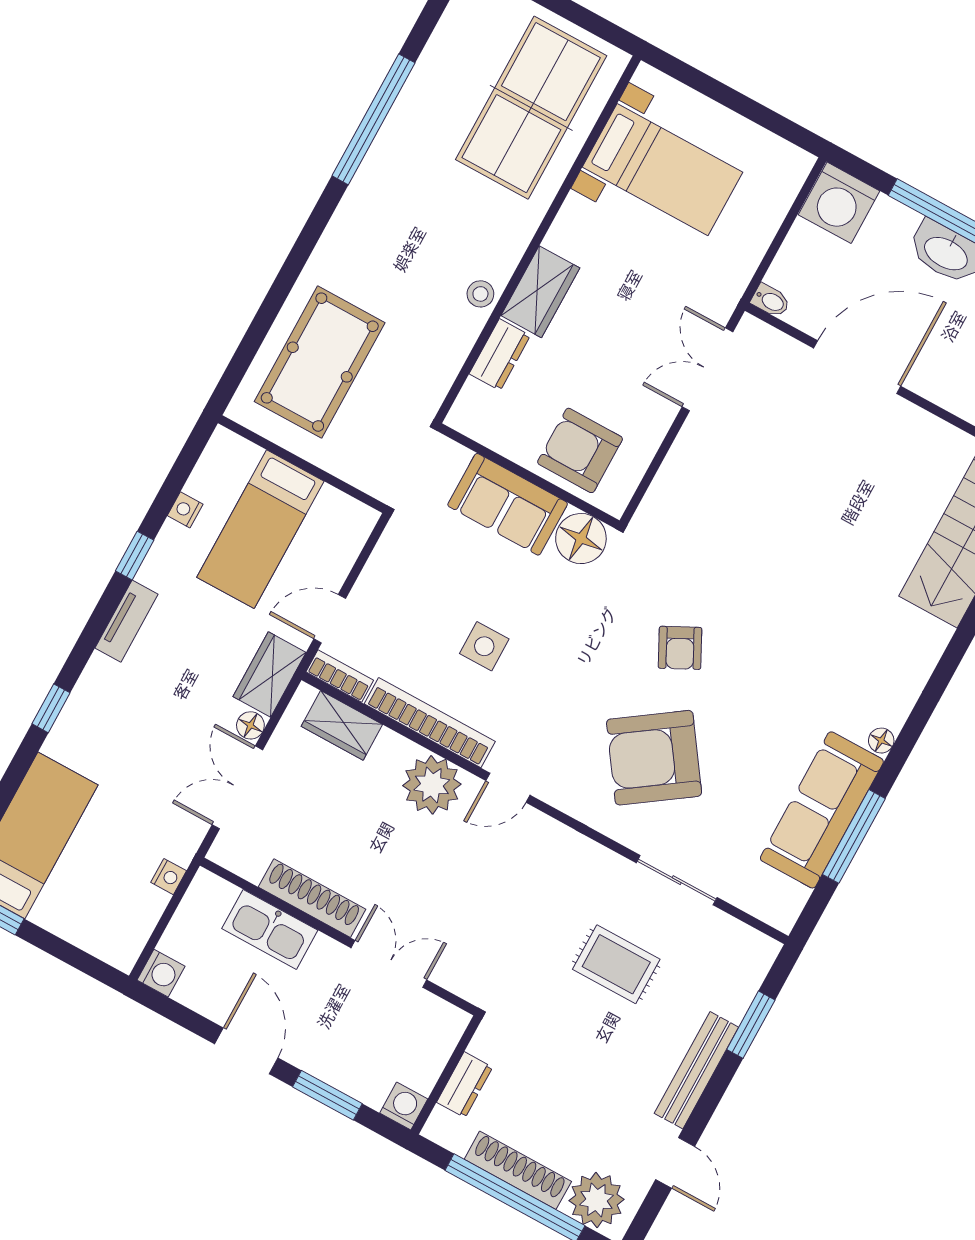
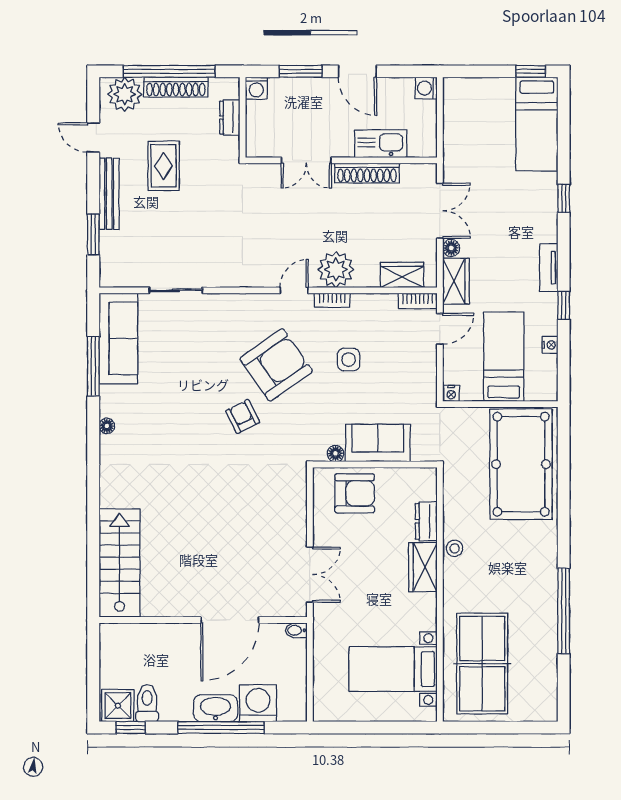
washing machine: (839, 203) -> (258, 703), moved
pool table: (320, 362) -> (521, 464), width x1.36, depth x1.32
floor lamp: (581, 539) -> (335, 453), width x0.53, depth x0.53
bookcase: (430, 723) -> (332, 300), width x0.43, depth x0.76
armchair: (654, 758) -> (276, 365), moved
sofa: (822, 810) -> (118, 338), moved
nightstand: (169, 877) -> (451, 393), moved, turned -90
rug: (616, 964) -> (164, 166), moved, turned 90

